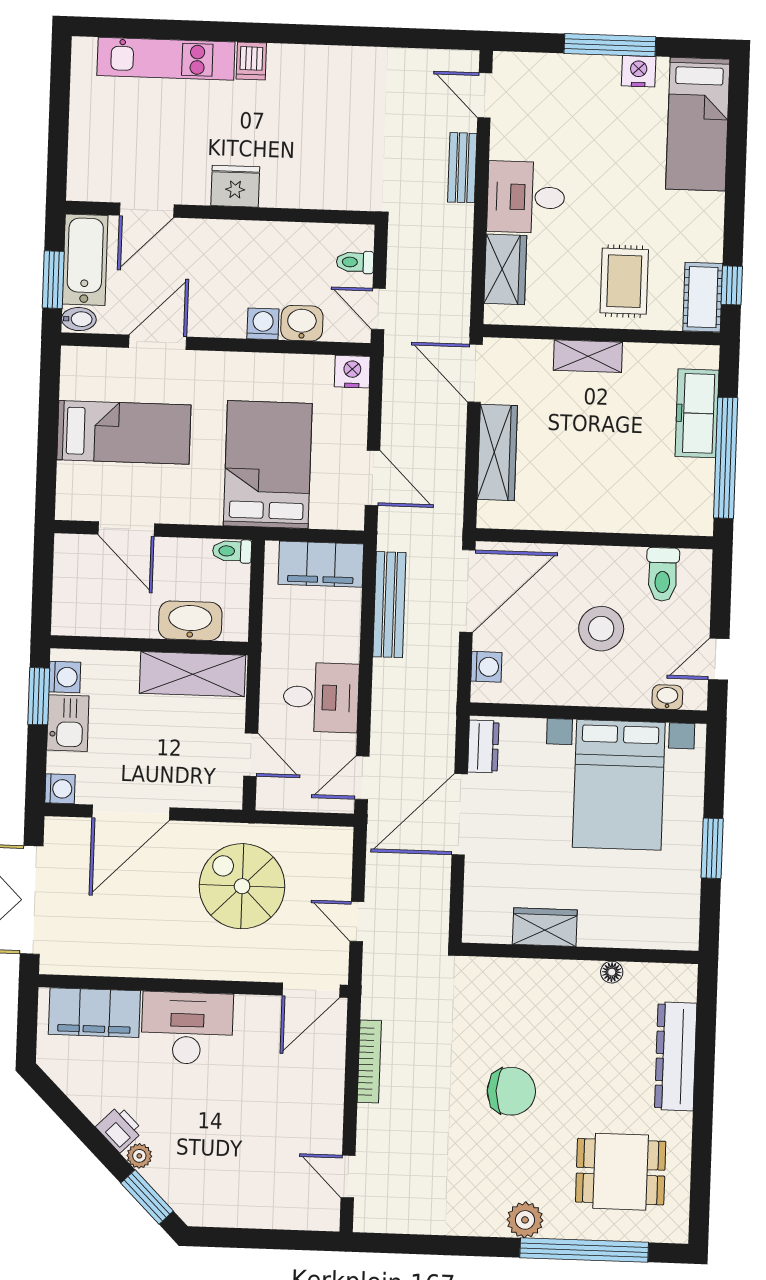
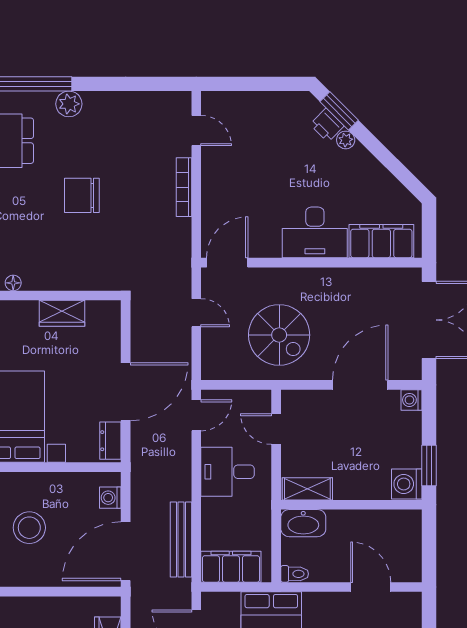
washbasin: (190, 621) -> (303, 523), moved
shelving: (192, 674) -> (307, 489), width x0.67, depth x0.75
washing machine: (65, 677) -> (407, 484), width x1.38, depth x1.38
kitchen sink: (68, 723) -> (408, 447), removed
bookcase: (369, 1061) -> (184, 187), moved
printer: (119, 1129) -> (327, 125), moved

